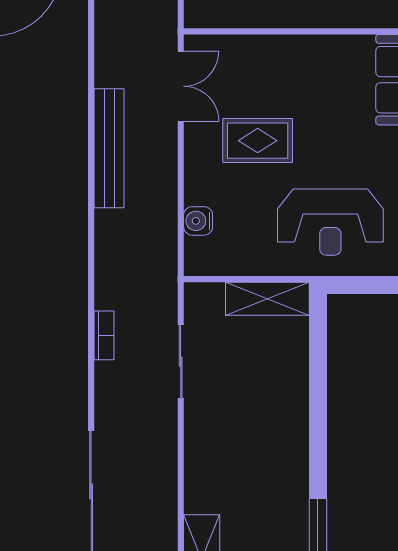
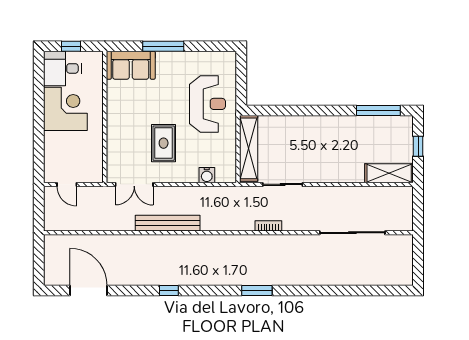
double door: (181, 86) -> (134, 184), swing flipped
shelving: (267, 299) -> (249, 148), width x1.47

